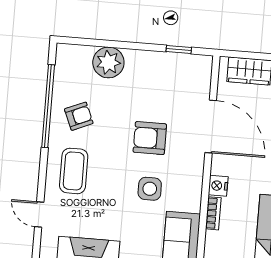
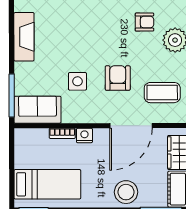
armchair: (79, 116) -> (144, 22), moved, turned -67
coffee table: (74, 171) -> (162, 93), moved

